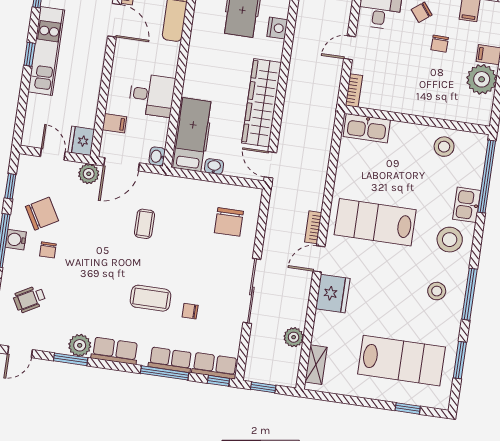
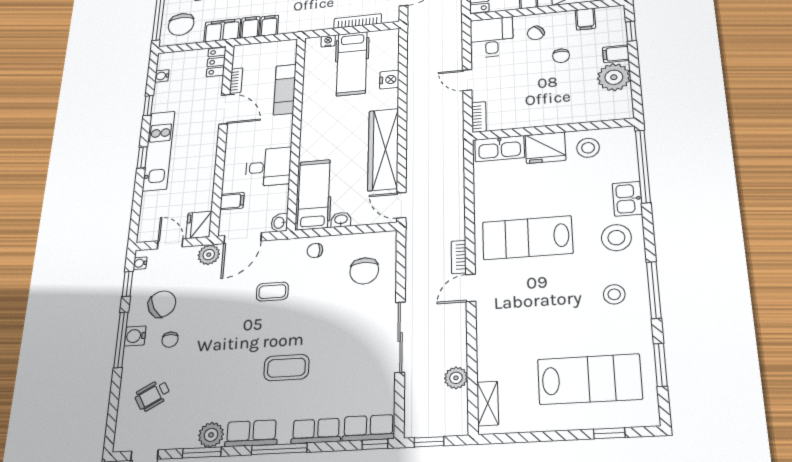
door: (350, 48) -> (467, 80), hinge flipped
water cooler: (23, 168) -> (140, 263), added
coffee table: (144, 224) -> (272, 292), turned 90
fridge: (333, 294) -> (545, 148), moved, turned 90
chair: (190, 311) -> (315, 251), moved
window: (165, 373) -> (279, 449), moved

